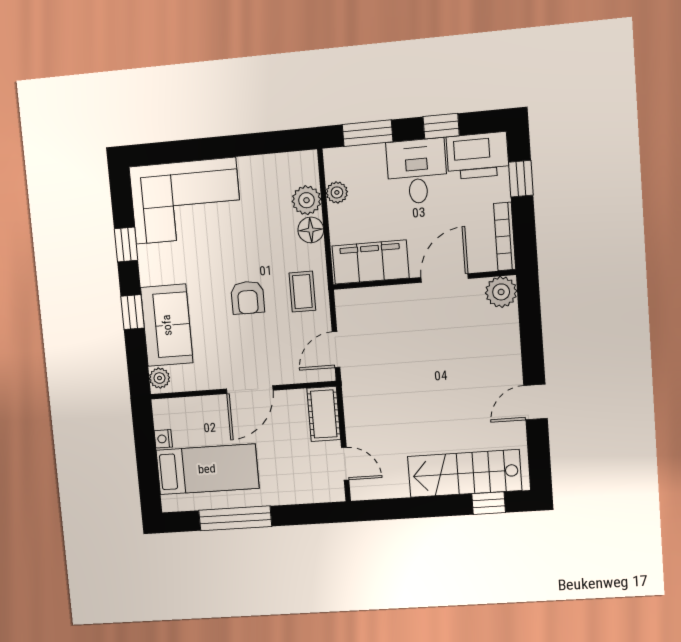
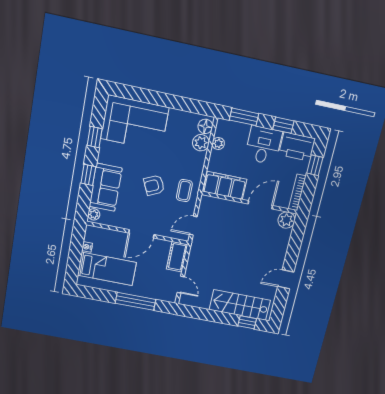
floor lamp: (311, 230) -> (205, 126), moved
armchair: (248, 298) -> (154, 185), turned 65
window: (235, 518) -> (135, 301), moved

